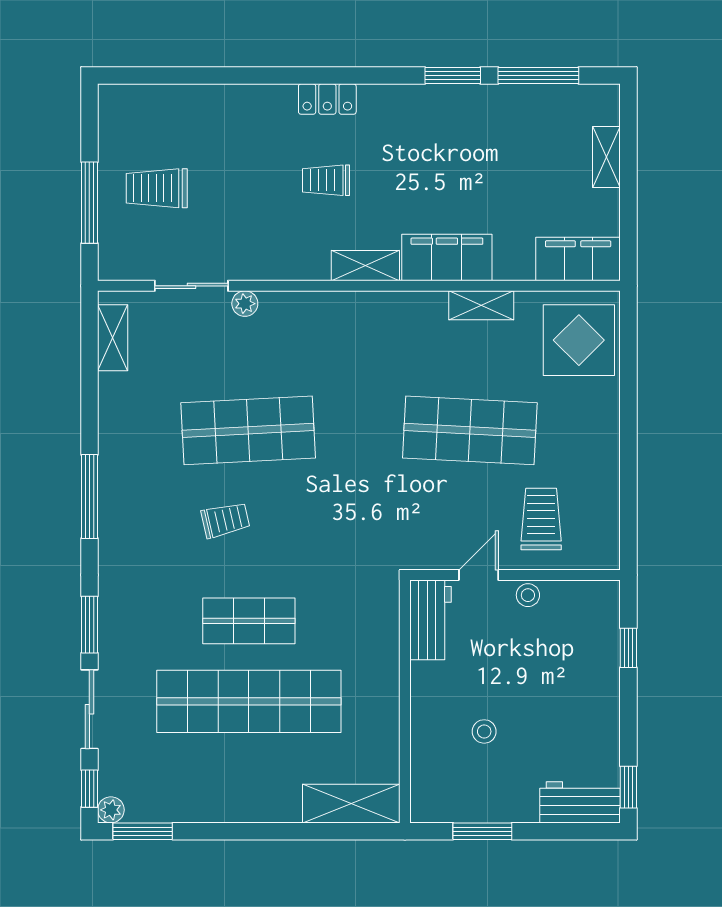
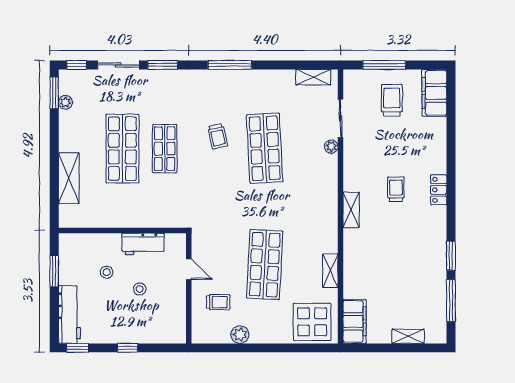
filing cabinet: (447, 258) -> (434, 93), moved, turned 180
plant: (603, 477) -> (240, 335), added
trolley: (541, 519) -> (218, 302), width x0.73, depth x0.72
stool: (528, 595) -> (140, 289), moved
workbench: (431, 620) -> (143, 244), moved
window: (628, 648) -> (128, 348), moved
shop shelf: (249, 701) -> (122, 149), width x0.71
workbench: (580, 802) -> (69, 315), width x1.38
shelving: (351, 804) -> (69, 178), moved
plant: (111, 810) -> (65, 102), moved

